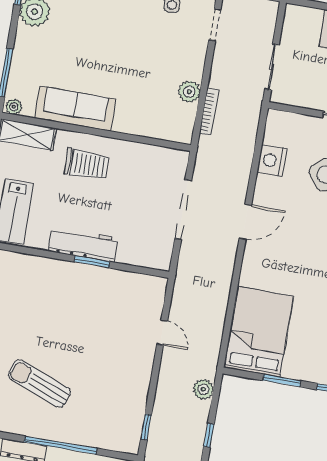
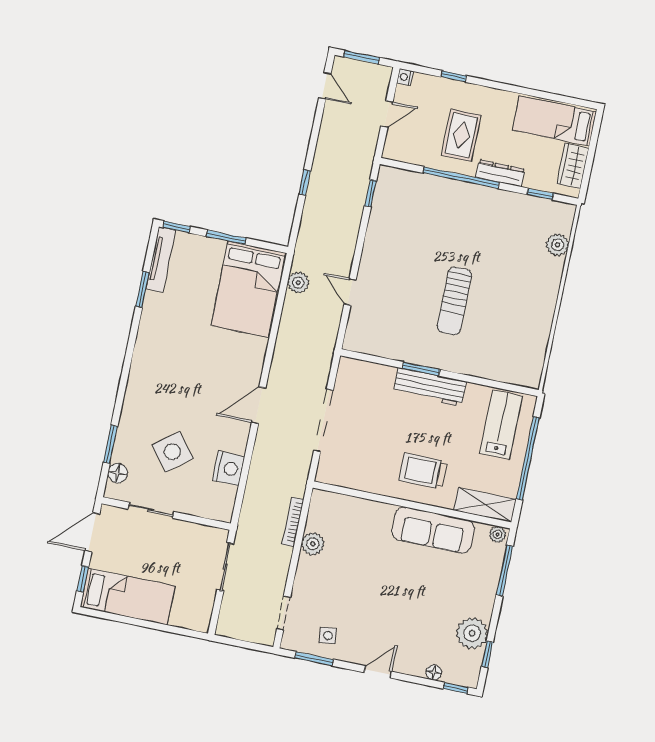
sun lounger: (39, 384) -> (454, 301), moved, turned 69
plant: (203, 389) -> (298, 283), moved

